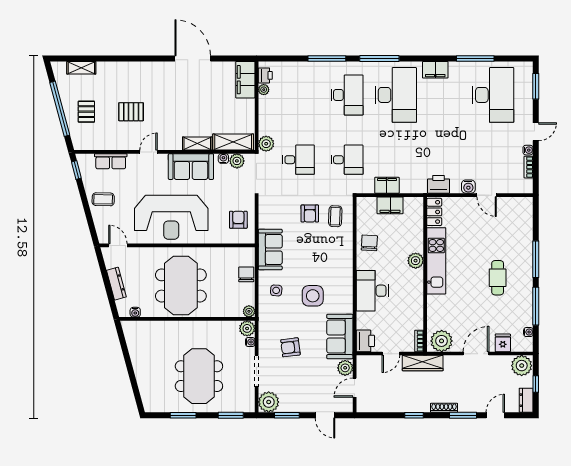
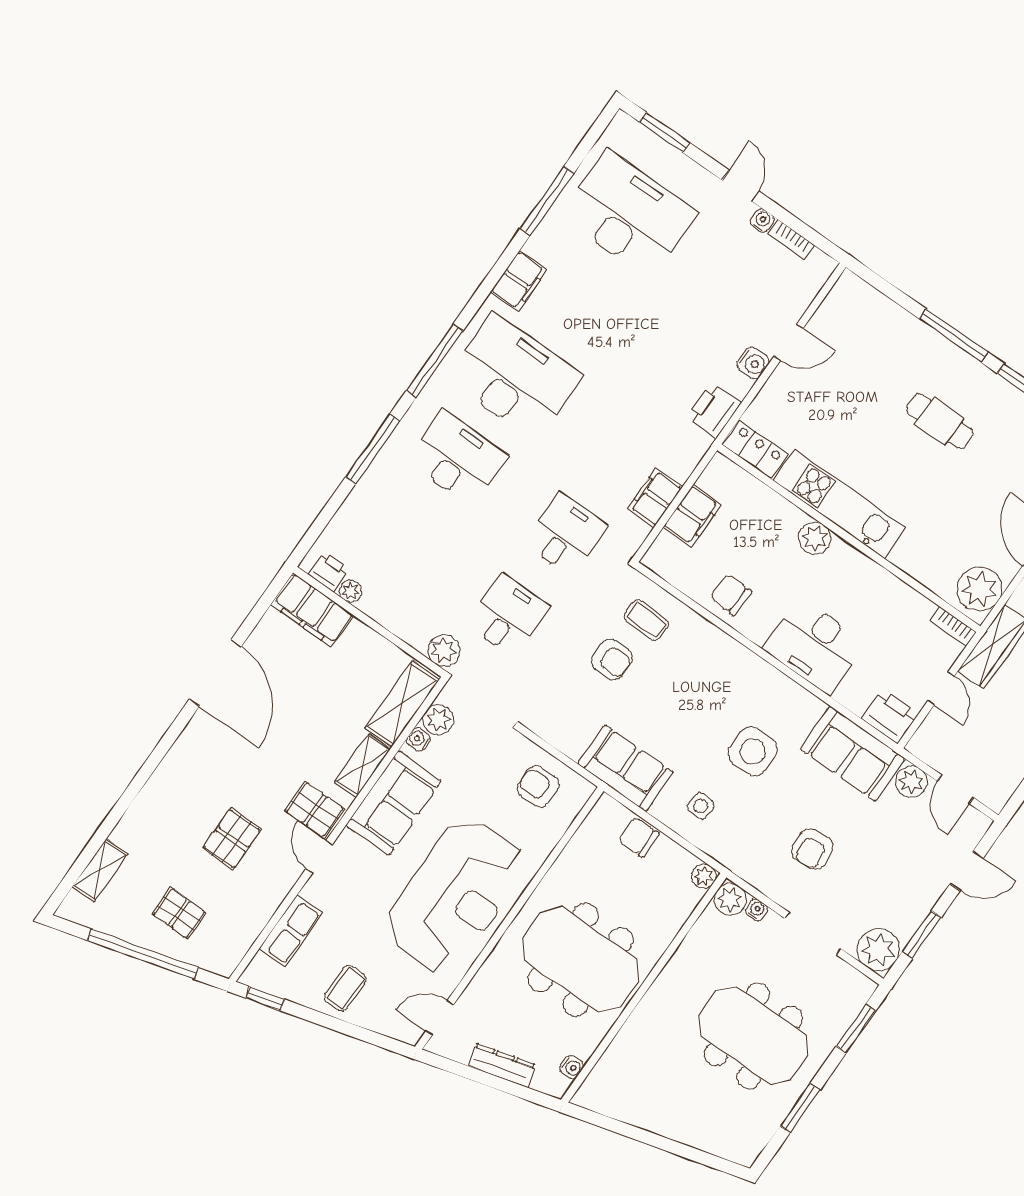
door: (193, 58) -> (215, 673), swing flipped
pallet: (166, 137) -> (315, 810), added

